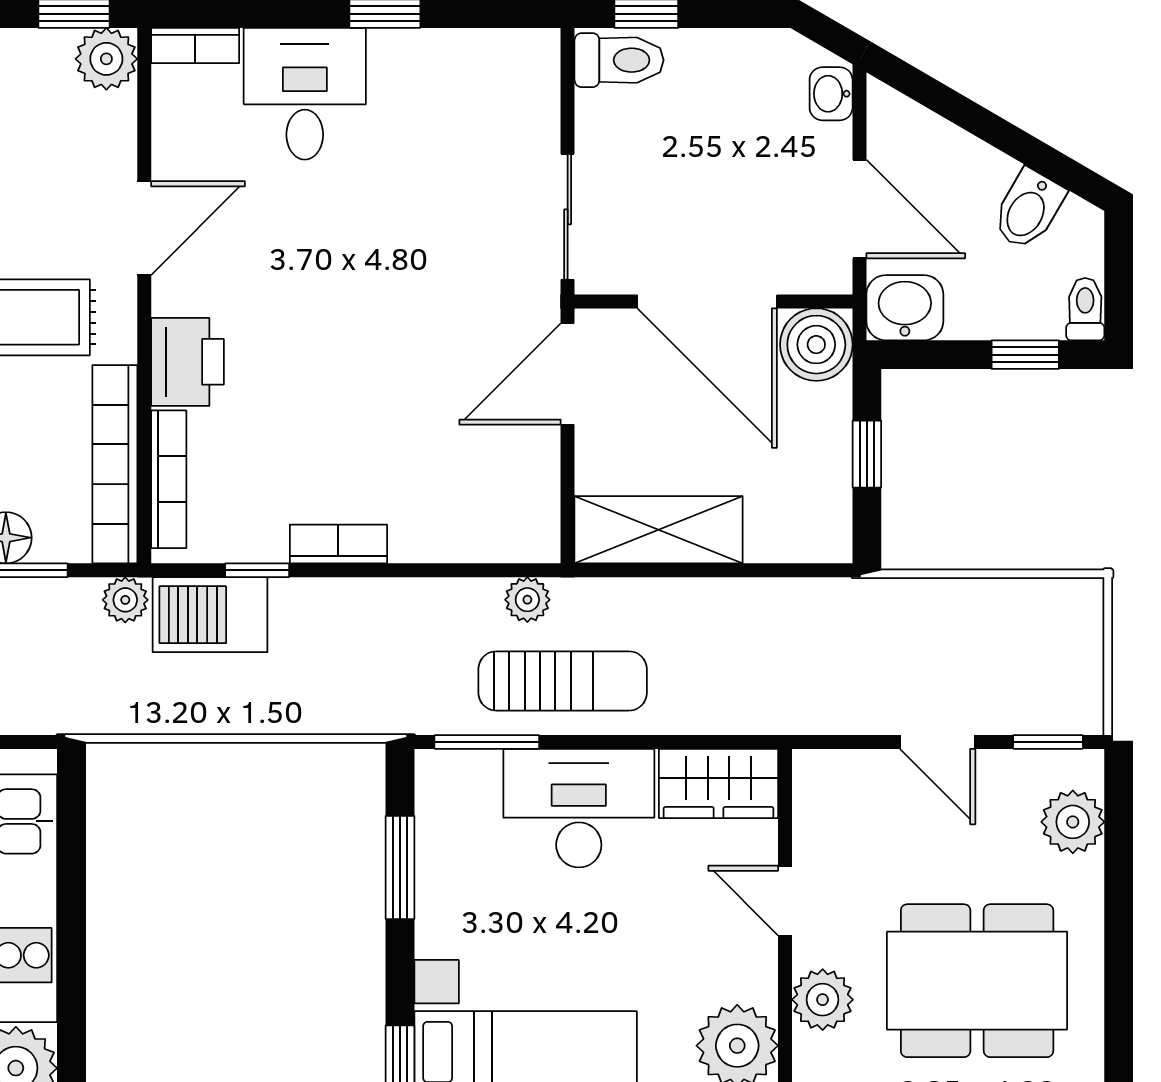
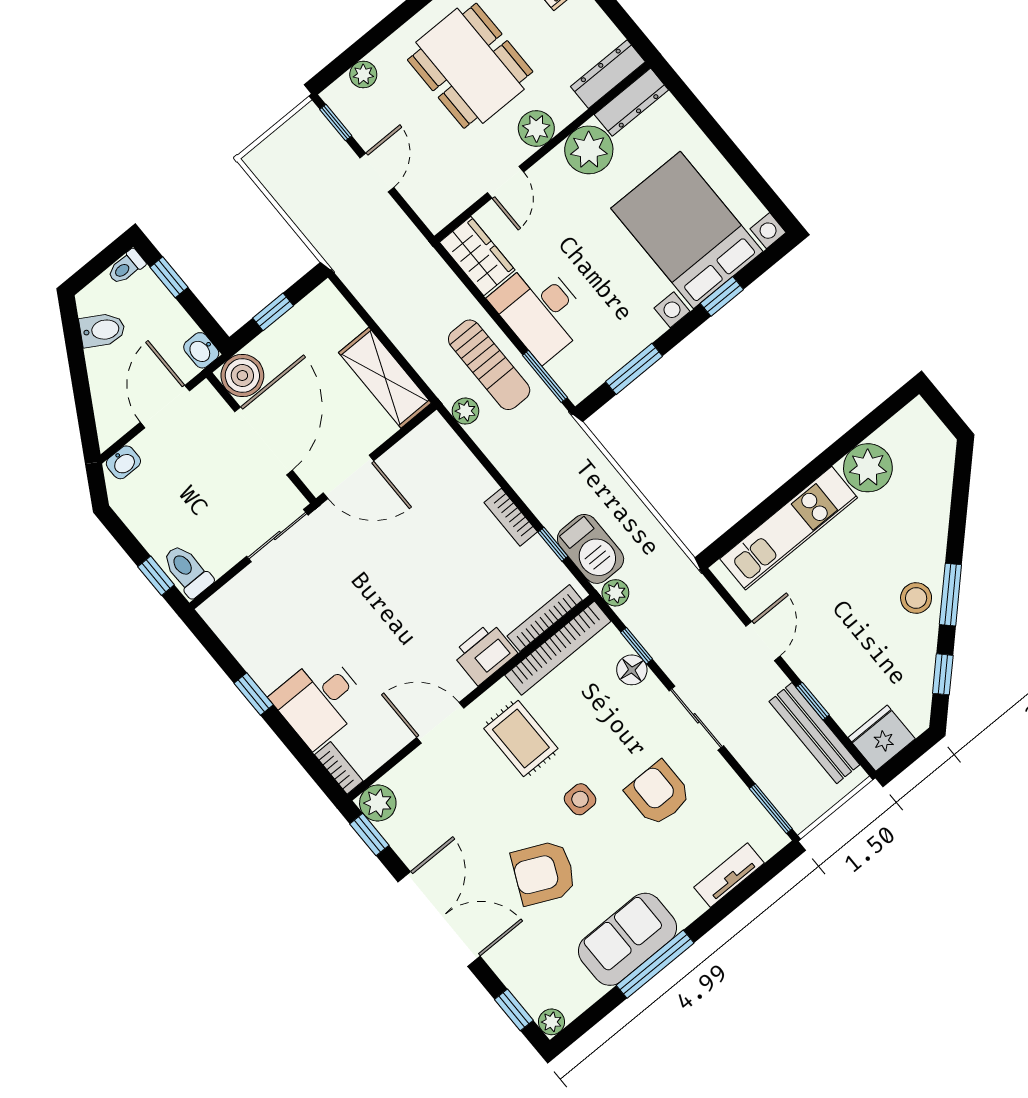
washbasin: (905, 308) -> (201, 350), width x0.72, depth x0.69
sun lounger: (563, 681) -> (489, 365), turned 180
plant: (1073, 822) -> (363, 74), width x0.73, depth x0.73

